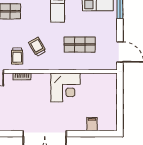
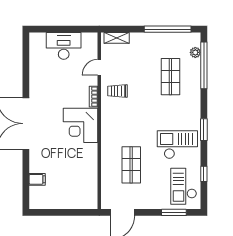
trolley: (37, 47) -> (128, 115), removed
corner desk: (65, 87) -> (80, 125), moved

